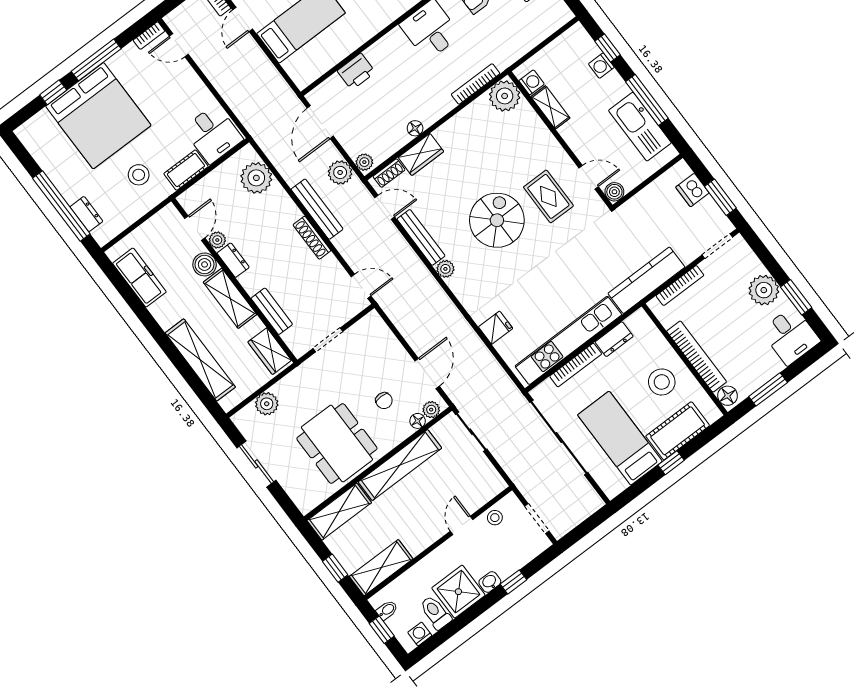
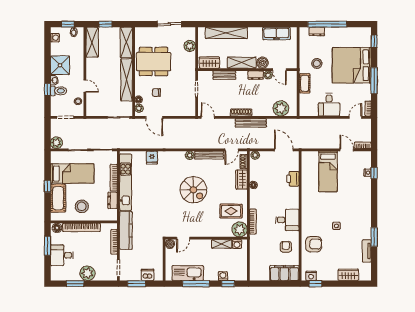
window: (53, 92) -> (374, 41), moved
desk: (213, 134) -> (329, 105), moved, turned -90
plant: (340, 172) -> (56, 143), moved
rug: (548, 196) -> (231, 211), moved
door: (361, 286) -> (208, 117), swing flipped
desk: (791, 336) -> (62, 255), moved
toilet: (436, 613) -> (59, 91), moved

